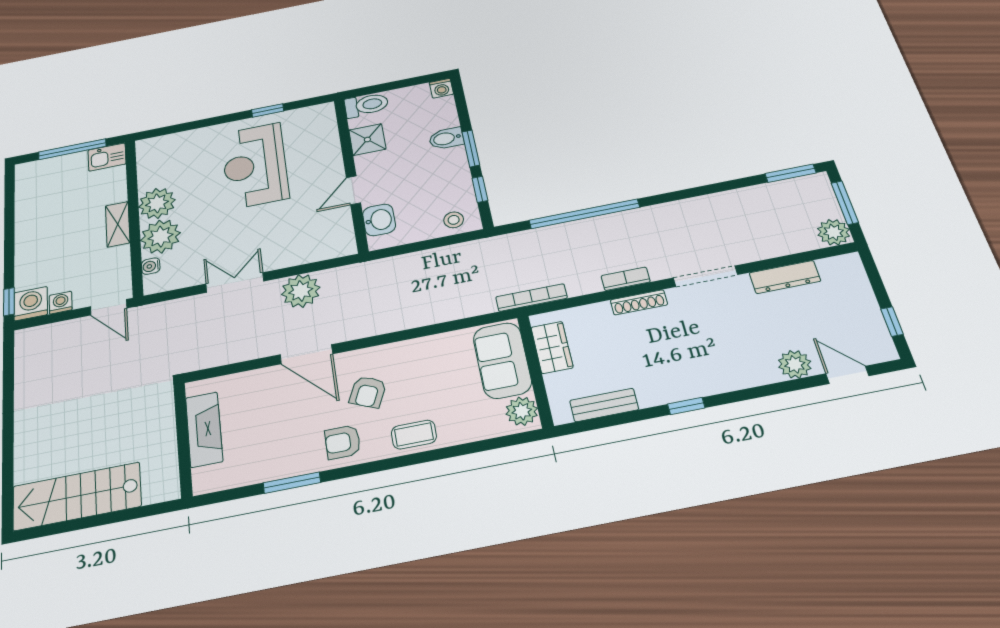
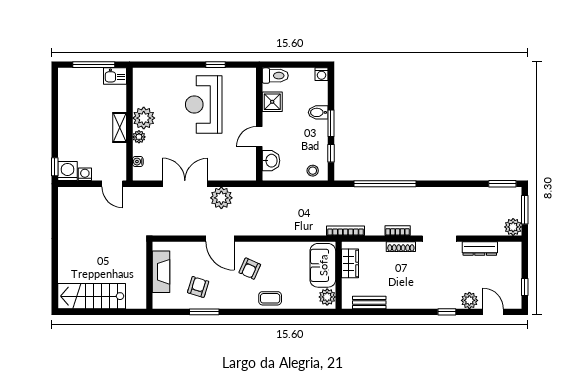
plant: (160, 237) -> (139, 137), width x0.53, depth x0.53
double door: (235, 282) -> (185, 184), width x1.37
window: (686, 406) -> (447, 312), moved
armchair: (343, 442) -> (198, 287), moved, turned 107

